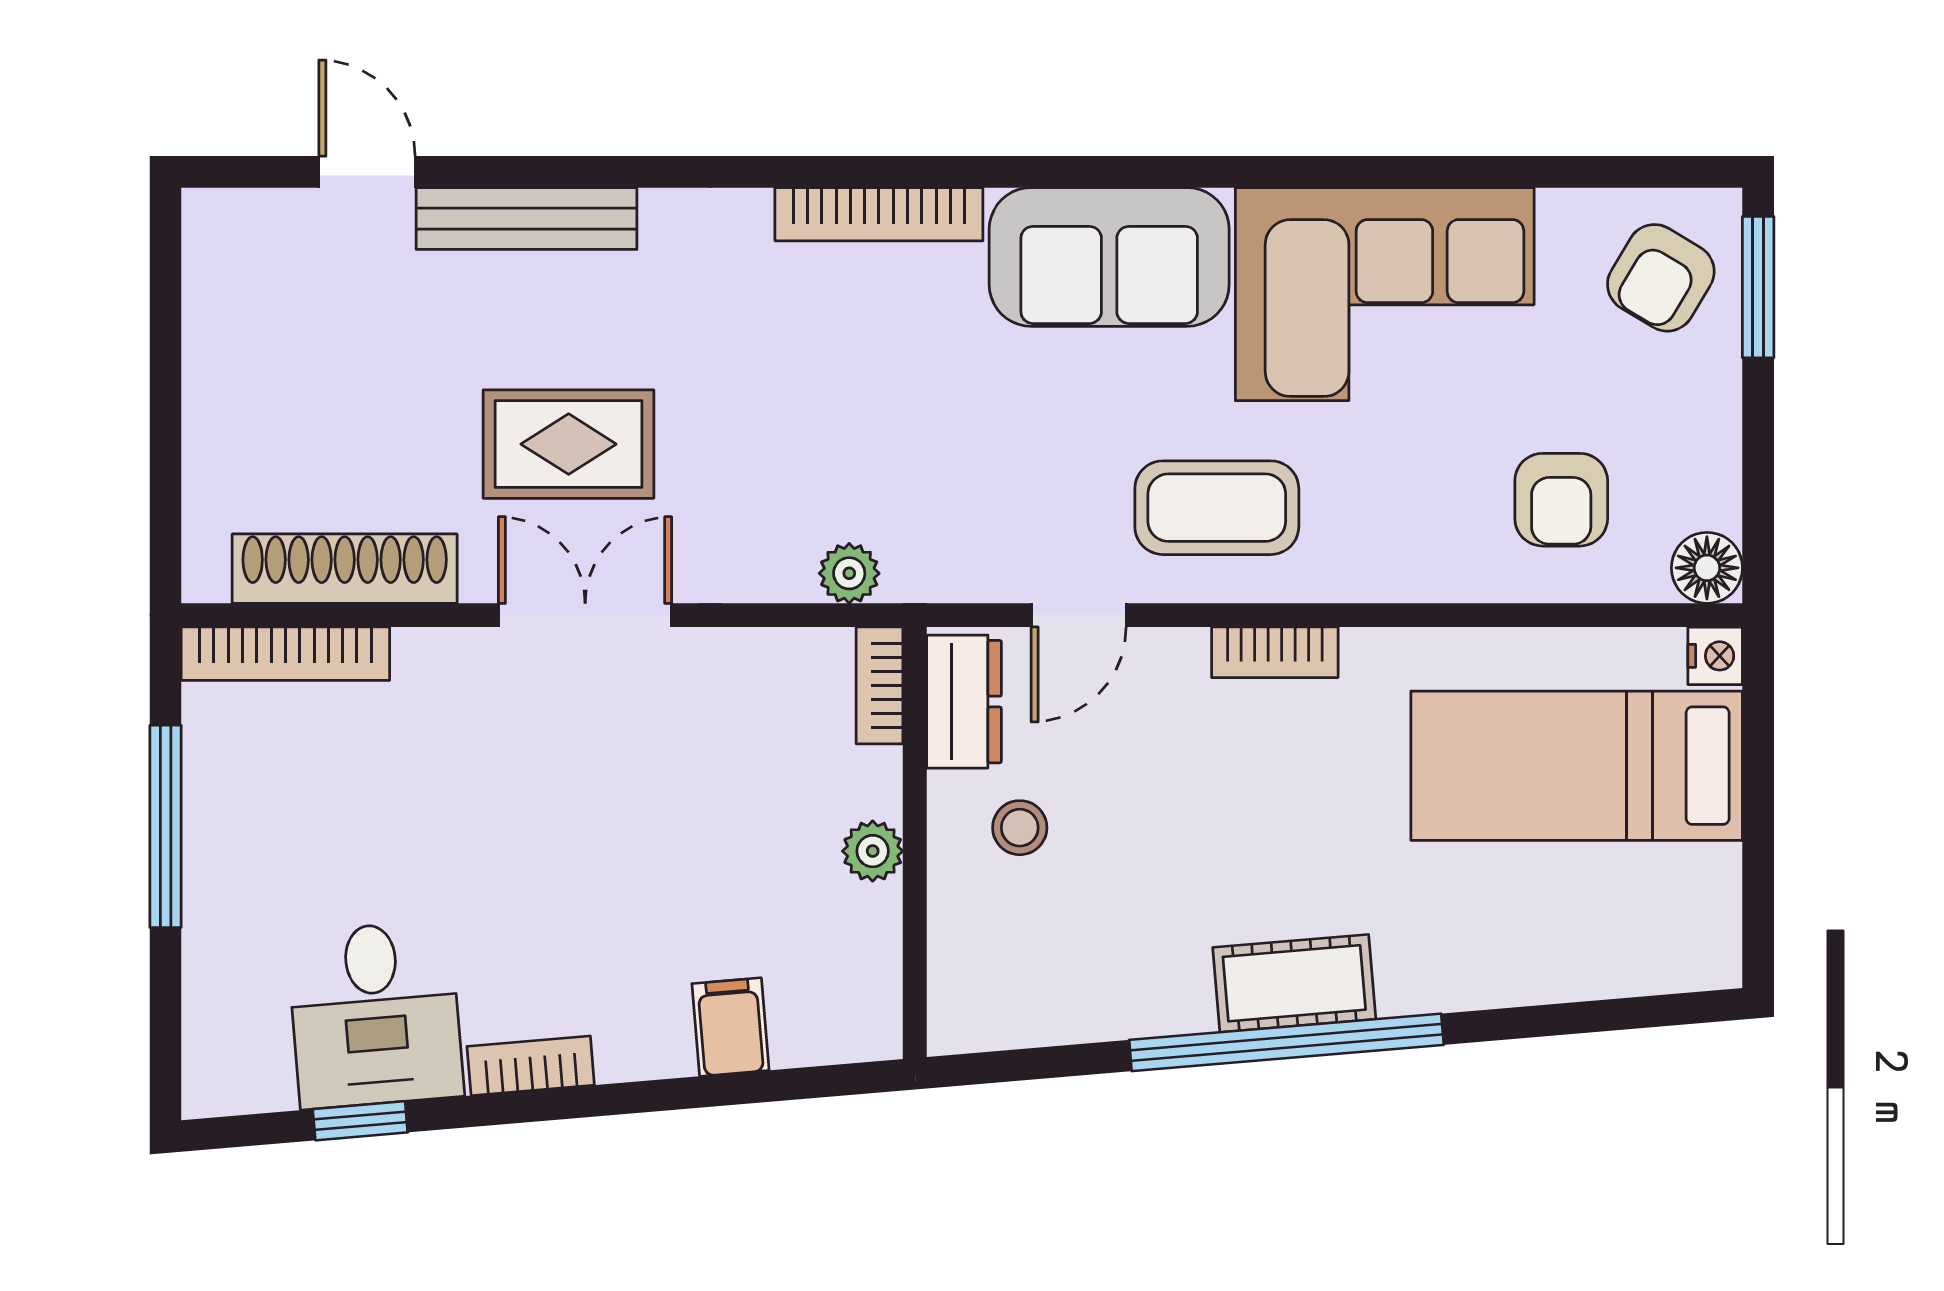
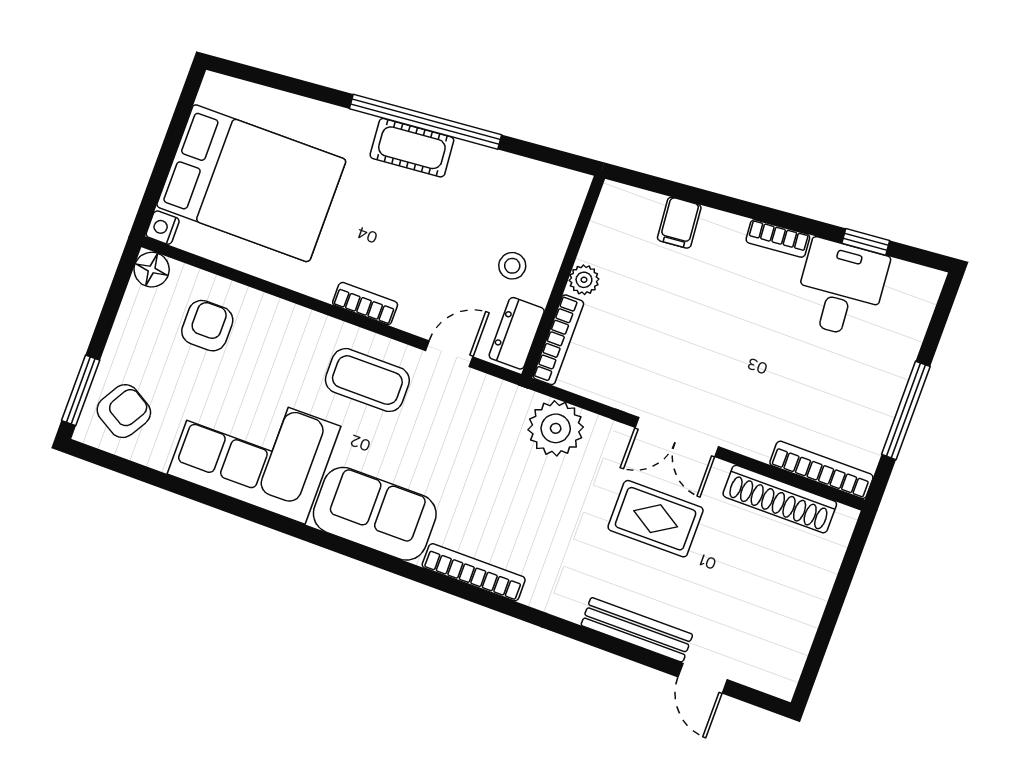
plant: (849, 573) -> (556, 428), width x1.88, depth x1.88
bookcase: (880, 685) -> (558, 340), width x1.56
bed: (1577, 766) -> (251, 183), width x1.50

